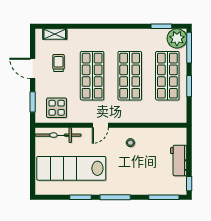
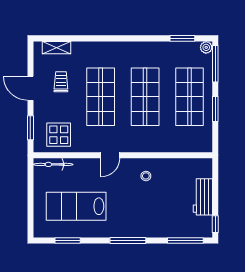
plant: (177, 38) -> (206, 47), width x0.53, depth x0.53
bicycle: (58, 135) -> (53, 164), width x0.73, depth x0.71
lab bench: (71, 168) -> (76, 206), width x0.73
window: (80, 197) -> (68, 240), moved

